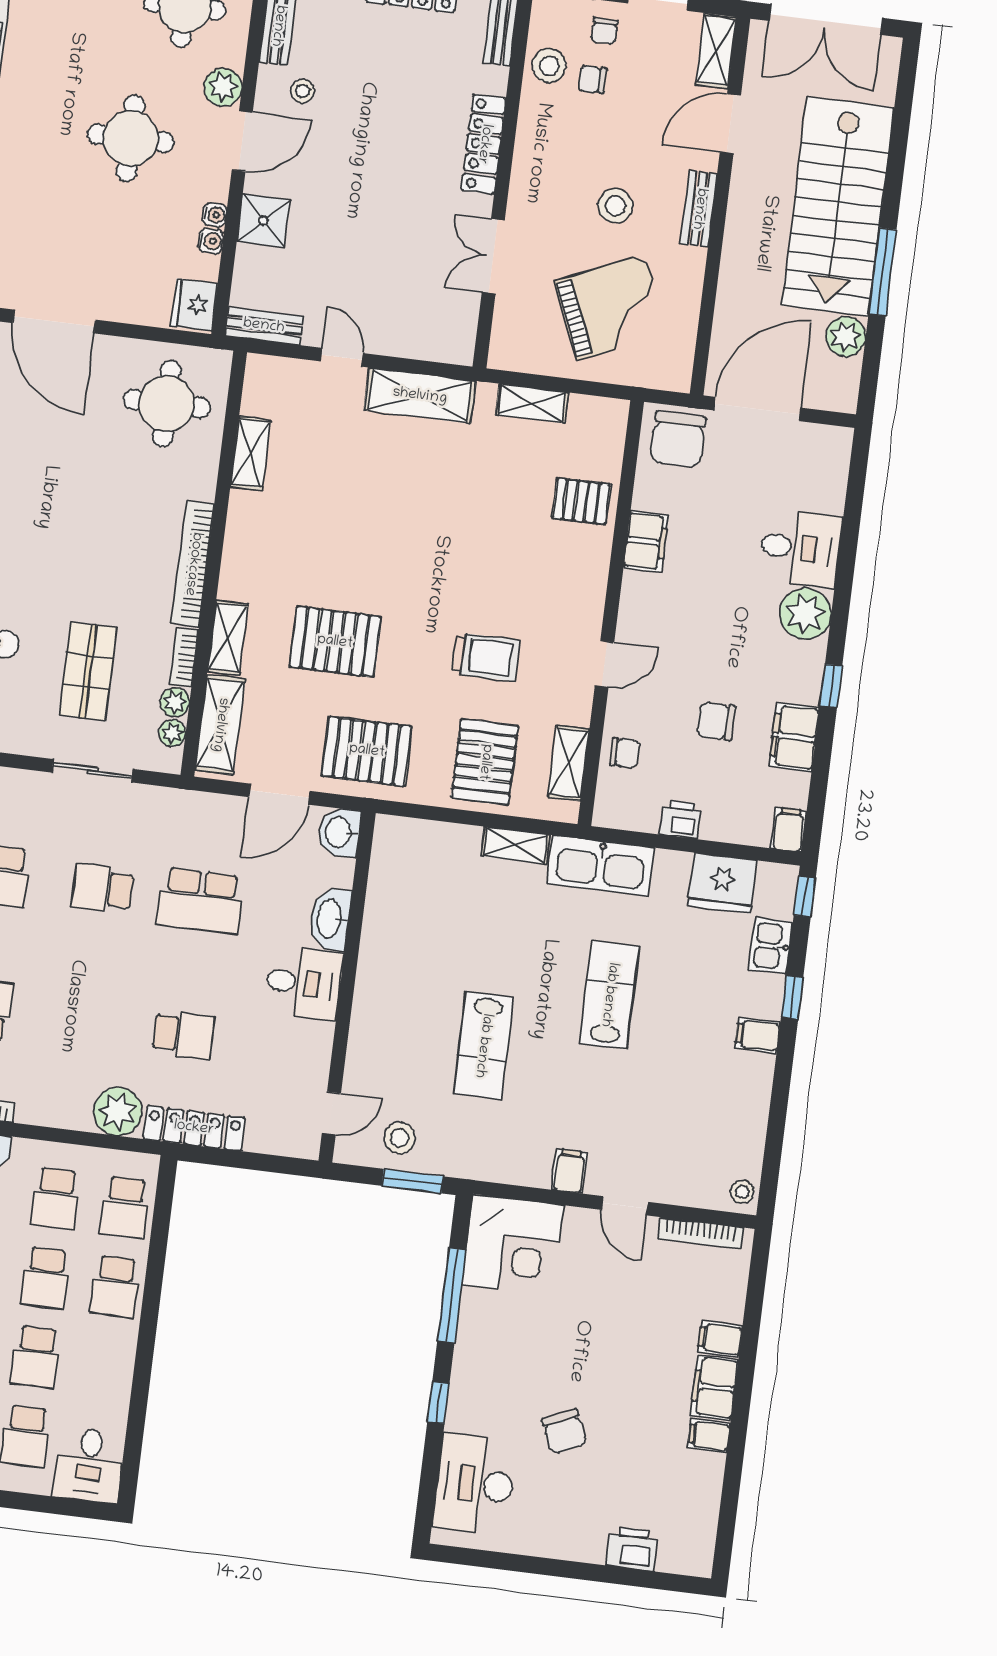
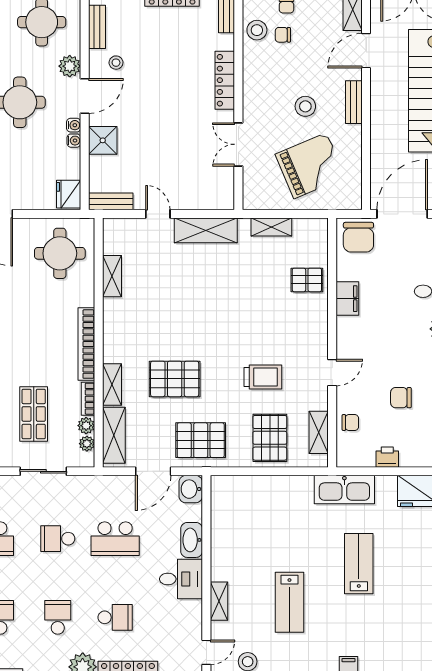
water cooler: (211, 241) -> (74, 125), moved
shelving: (515, 845) -> (219, 601), moved, turned 90
school desk: (86, 1022) -> (58, 617), added

